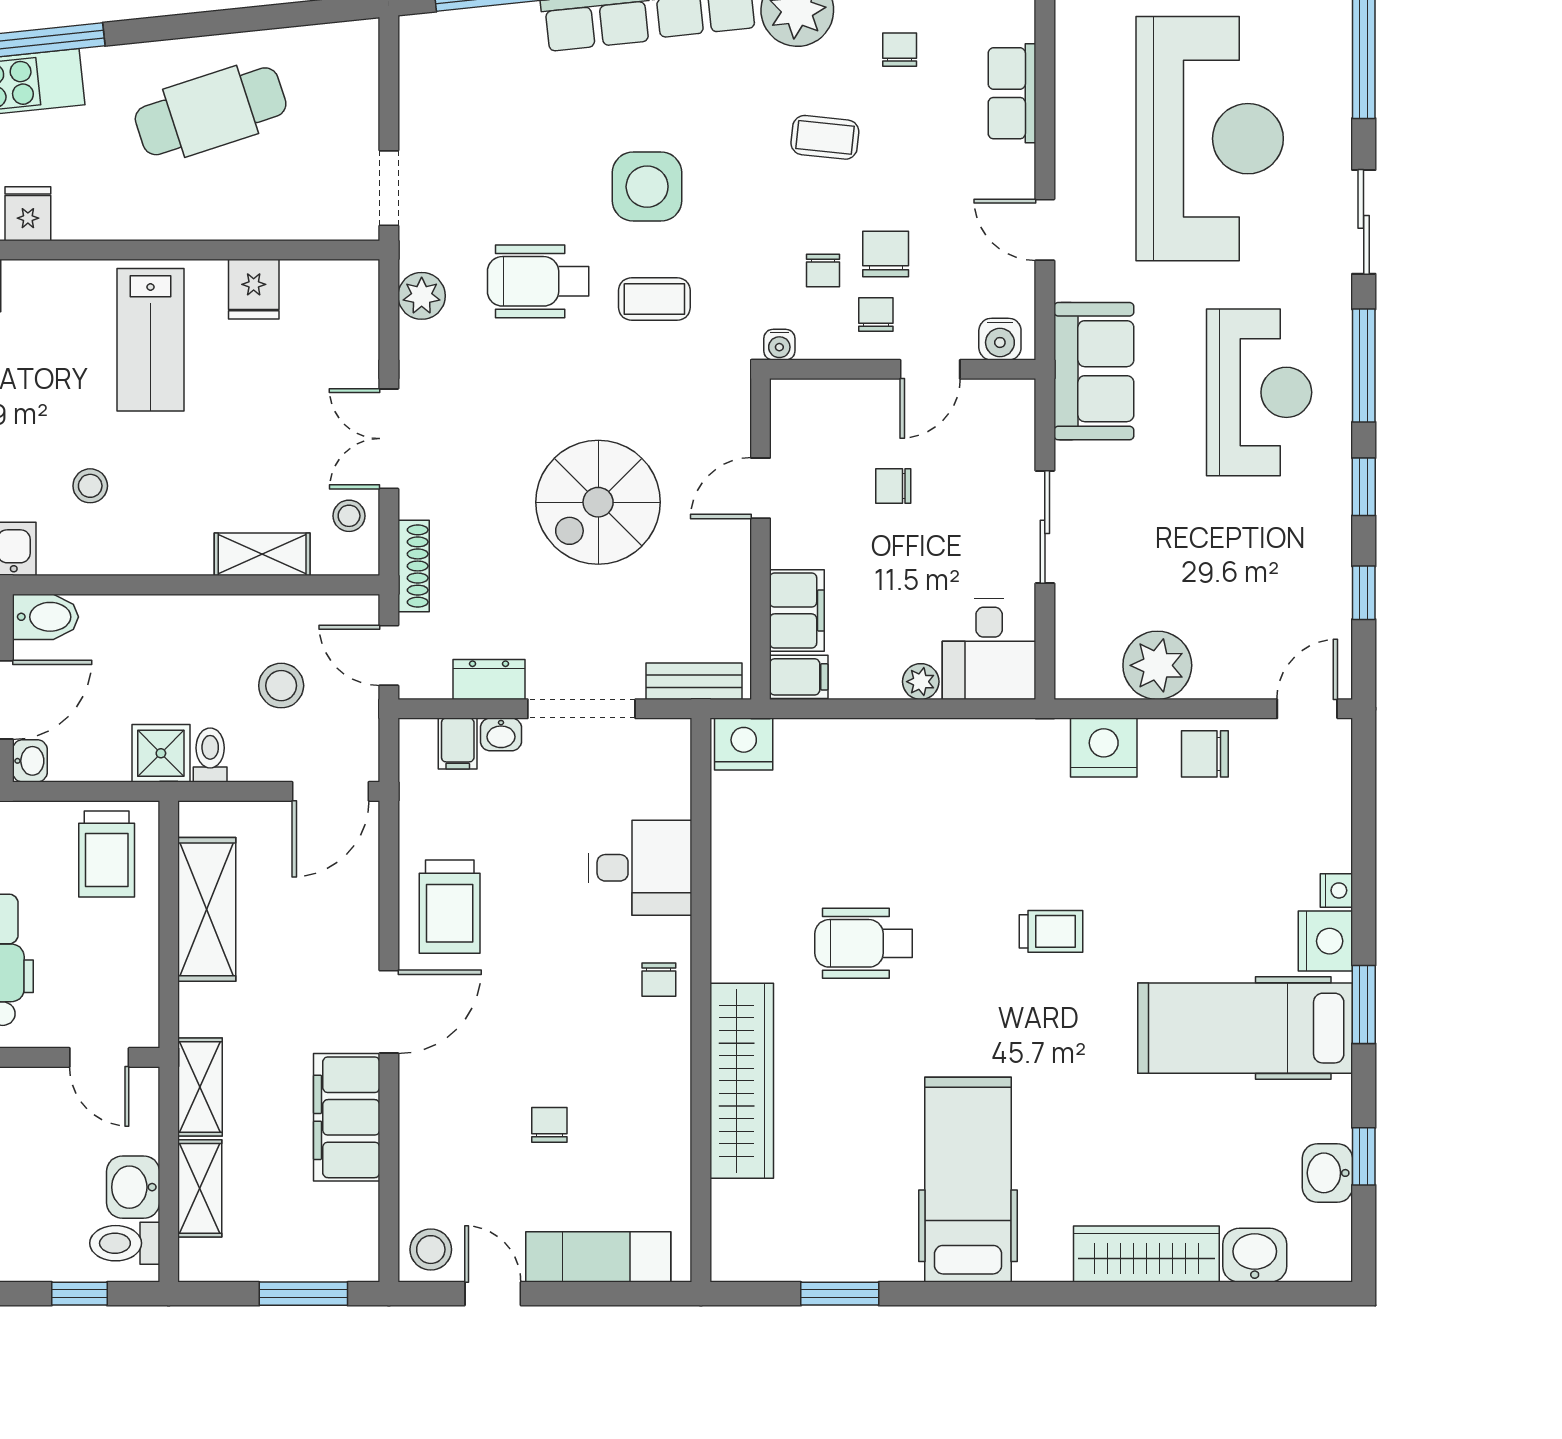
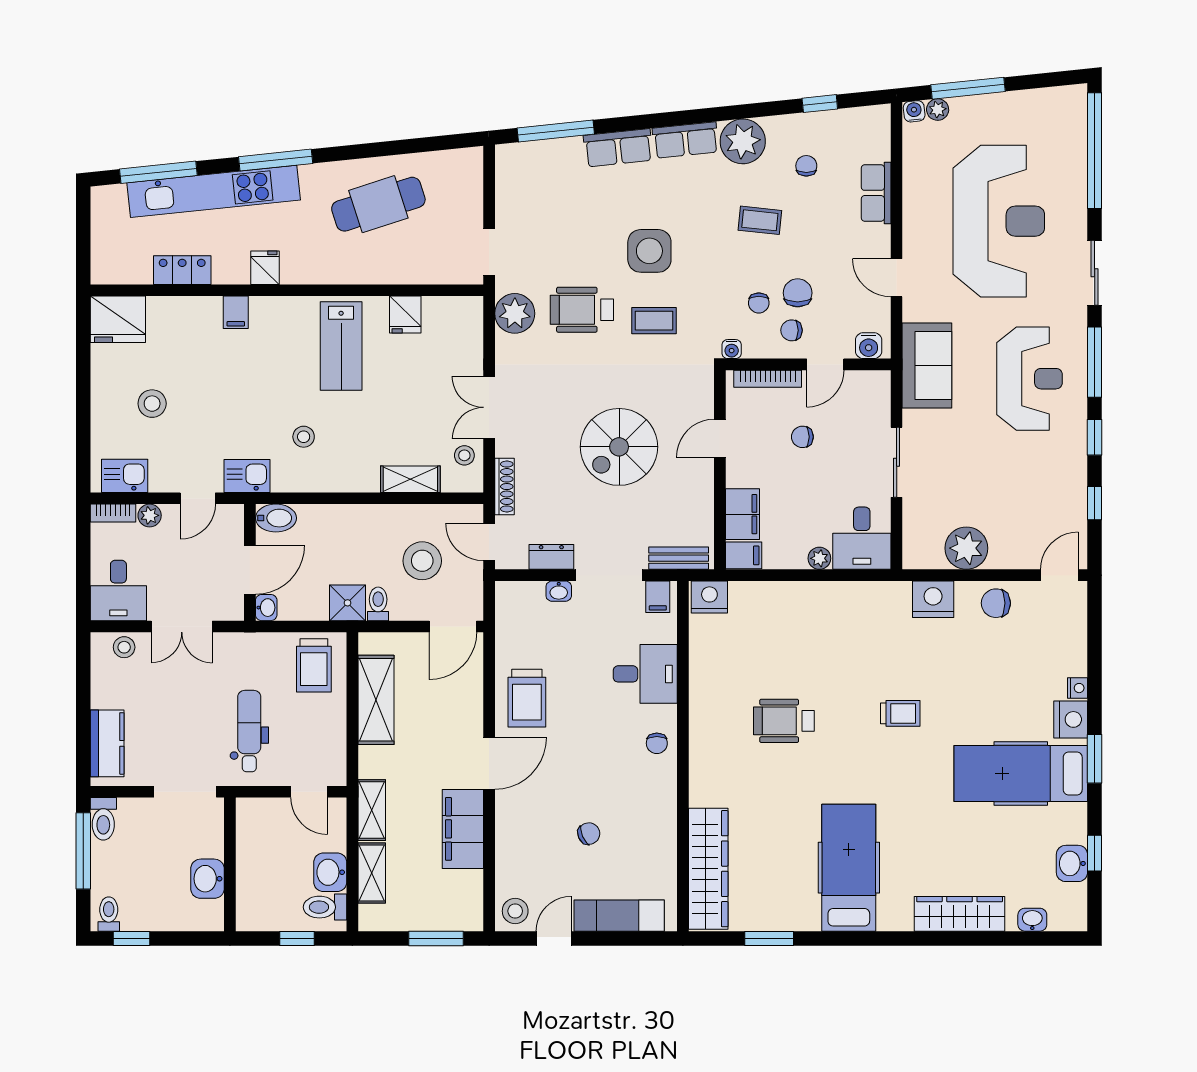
plant: (422, 296) -> (515, 313), width x1.36, depth x1.36
chair: (876, 315) -> (792, 330), turned -90
bookcase: (837, 392) -> (768, 379), added
stool: (281, 686) -> (422, 561), width x1.38, depth x1.38
filing cabinet: (458, 744) -> (658, 597), moved
wardrobe: (742, 1081) -> (708, 869), moved
chair: (549, 1125) -> (589, 834), turned 66
washbasin: (1255, 1255) -> (1032, 920), width x0.72, depth x0.69
door: (493, 1294) -> (554, 938), hinge flipped

